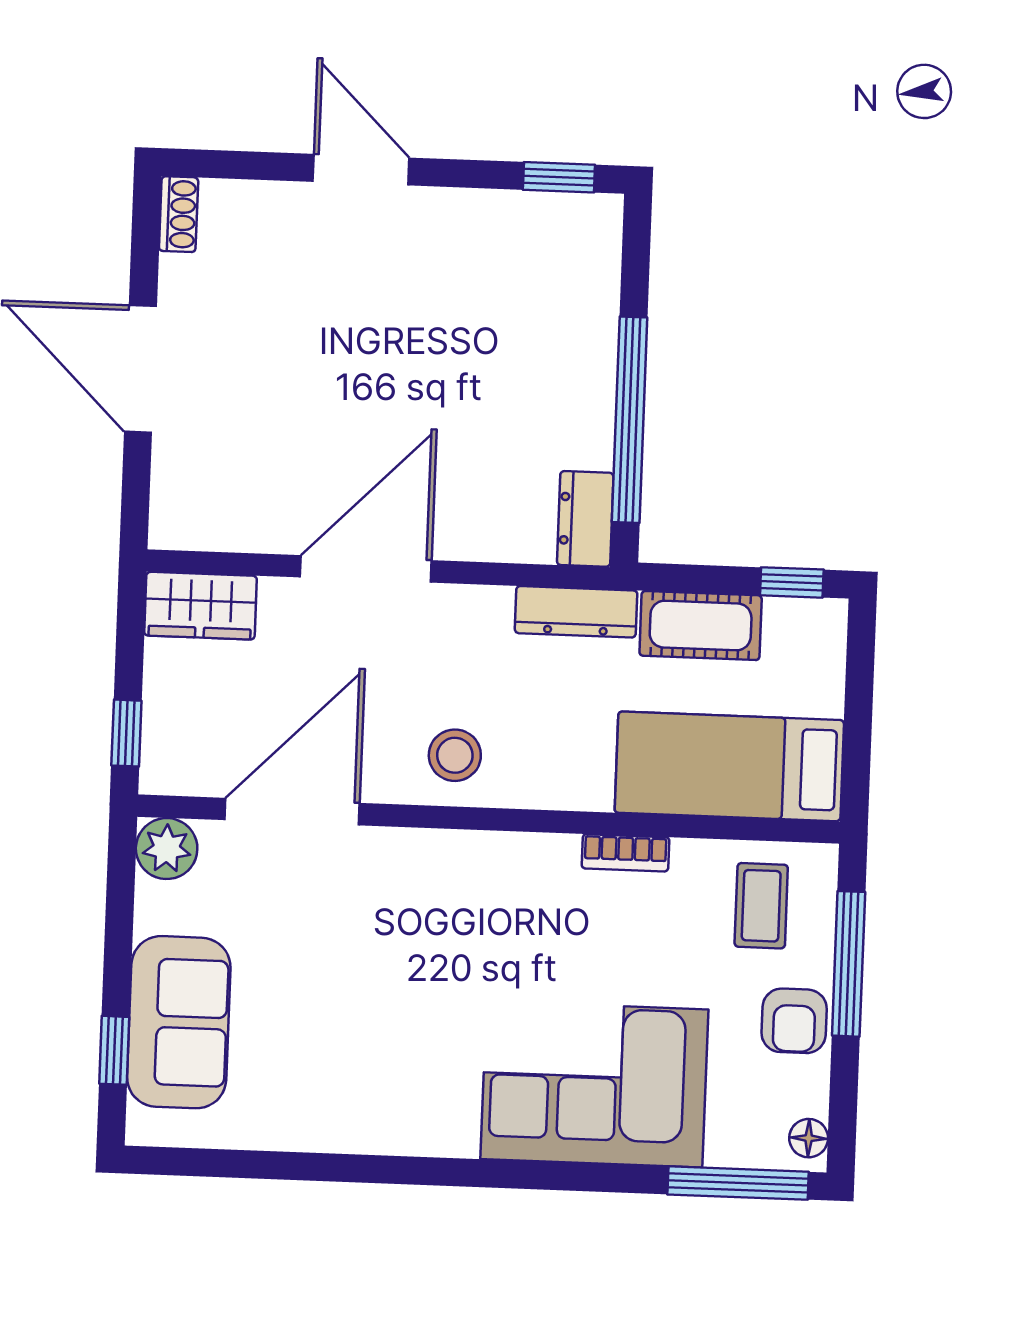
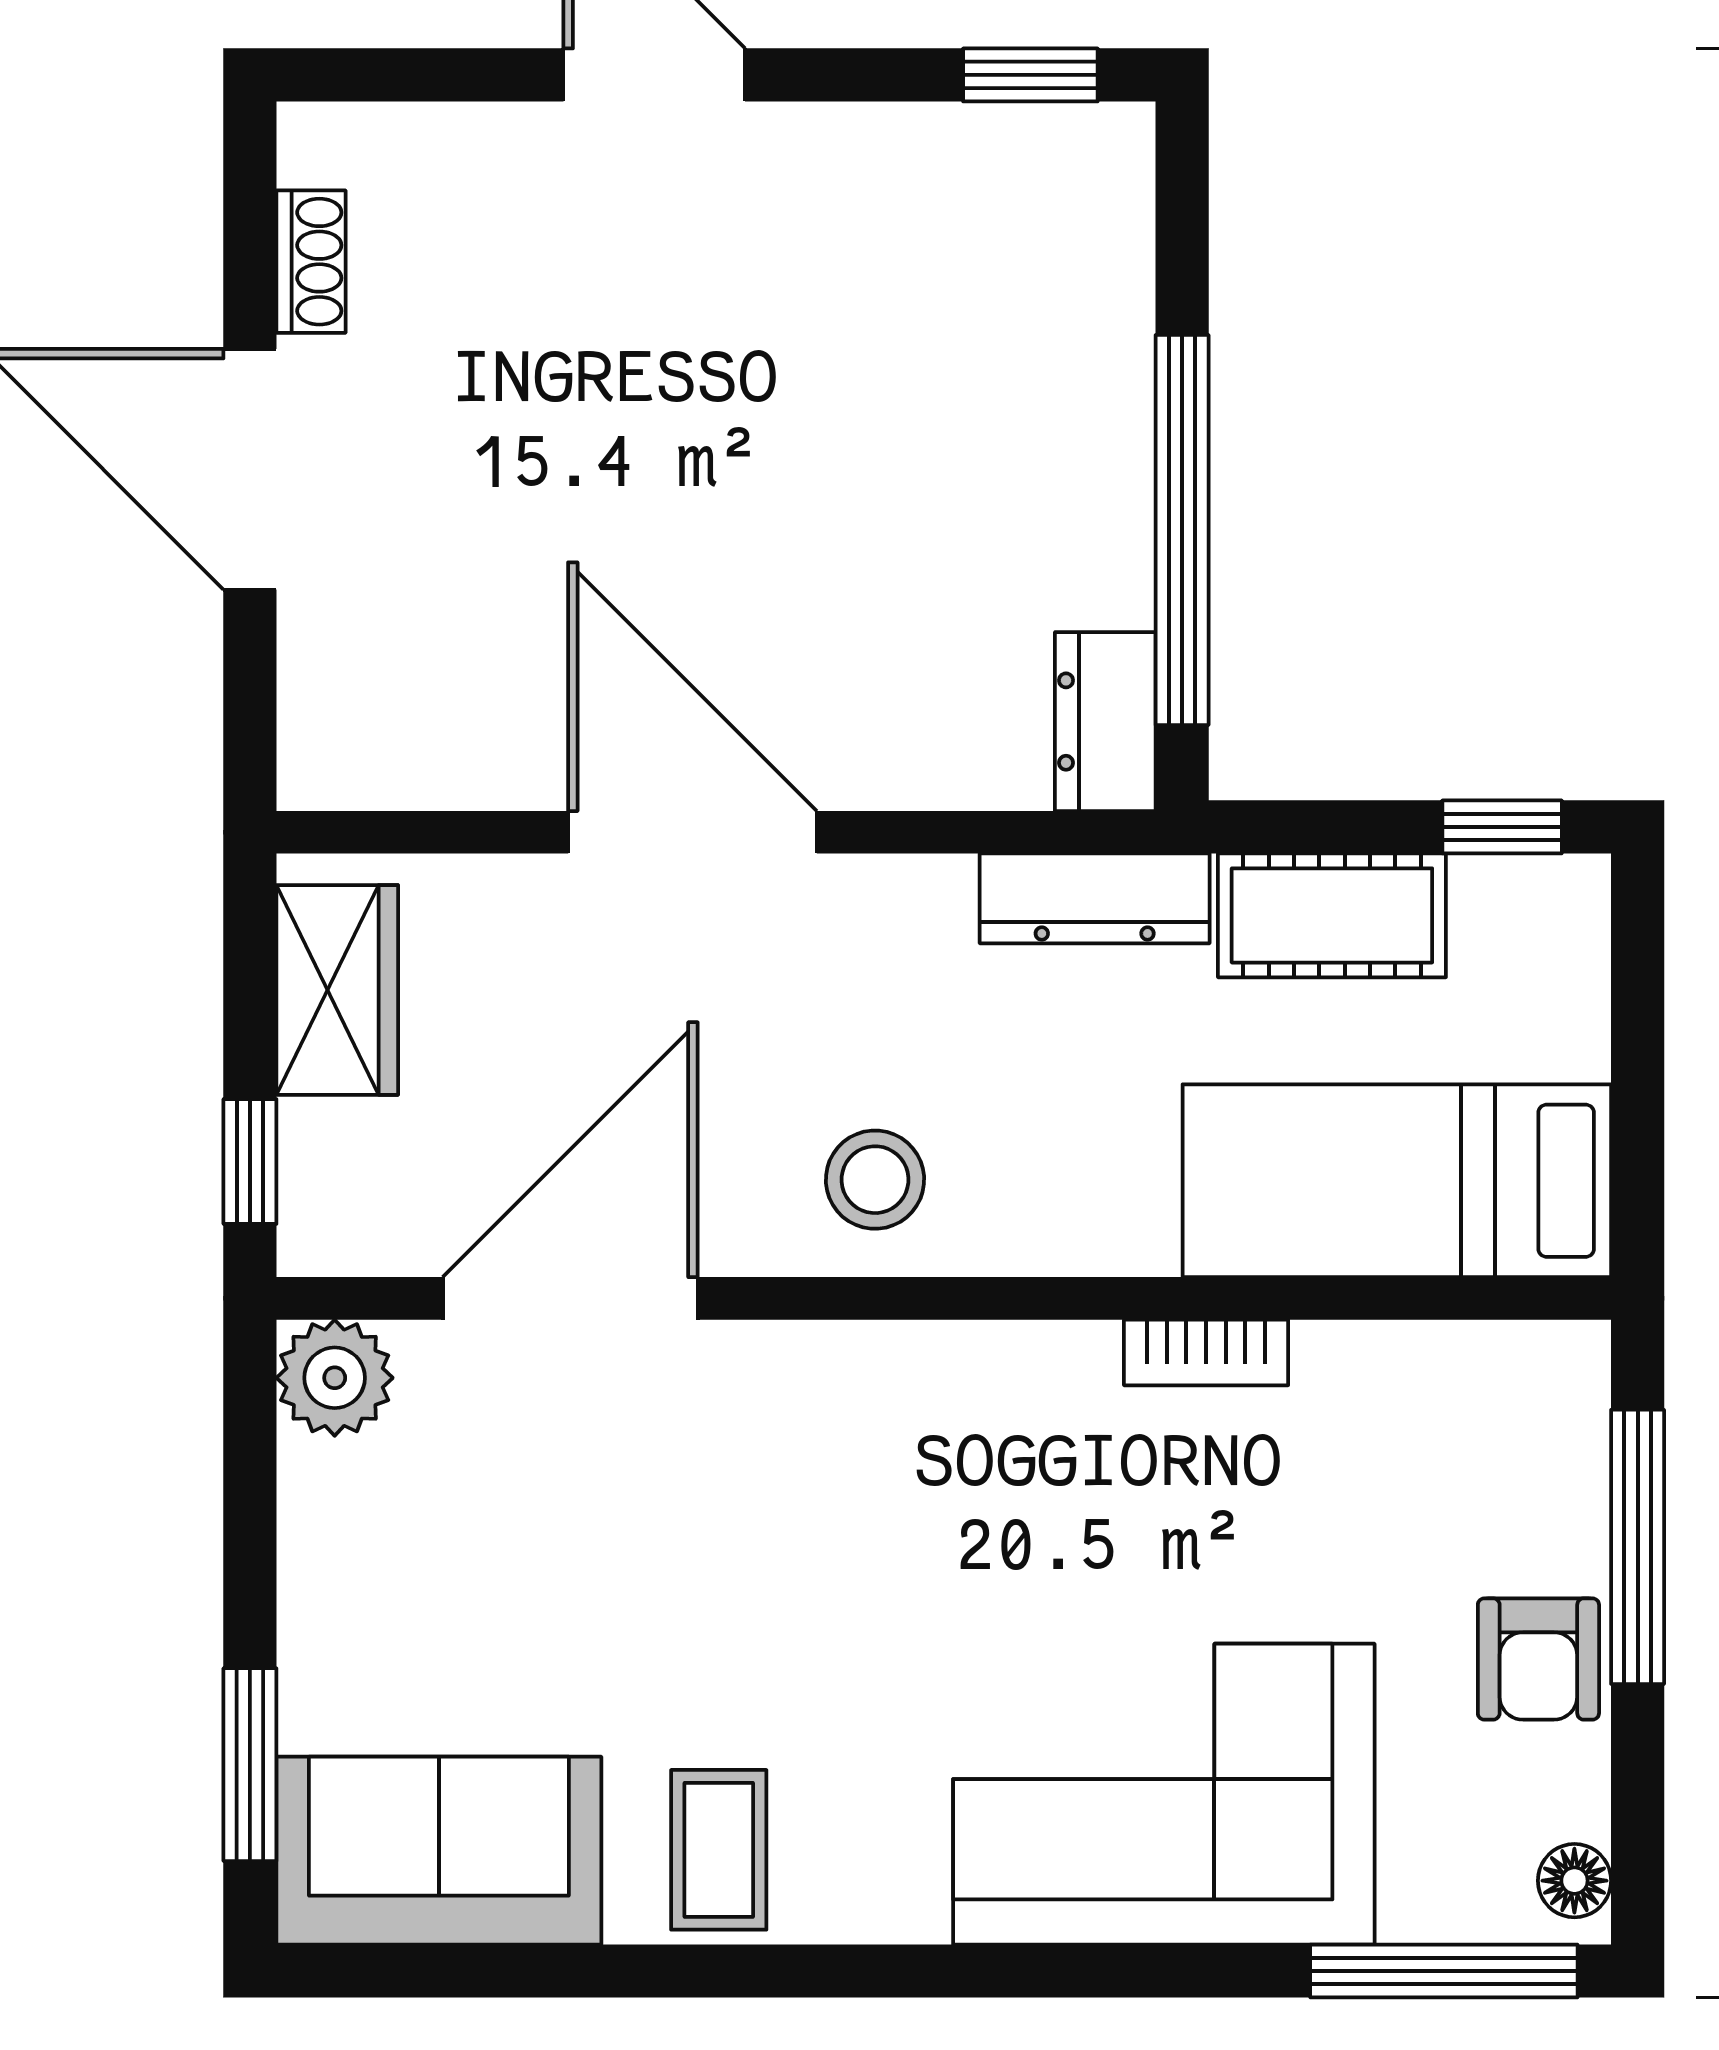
shoe rack: (179, 214) -> (311, 262), moved
door: (366, 569) -> (692, 832), hinge flipped
wardrobe: (200, 606) -> (337, 990), moved, turned -90
coffee table: (761, 906) -> (719, 1850), moved
sofa: (179, 1022) -> (439, 1851), moved, turned -90
window: (114, 1050) -> (250, 1765), width x1.50

